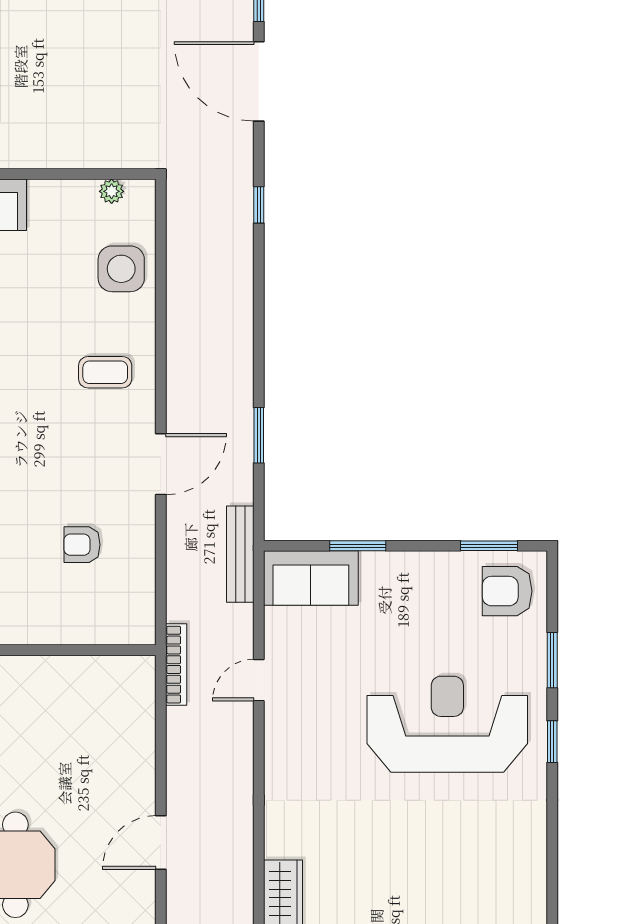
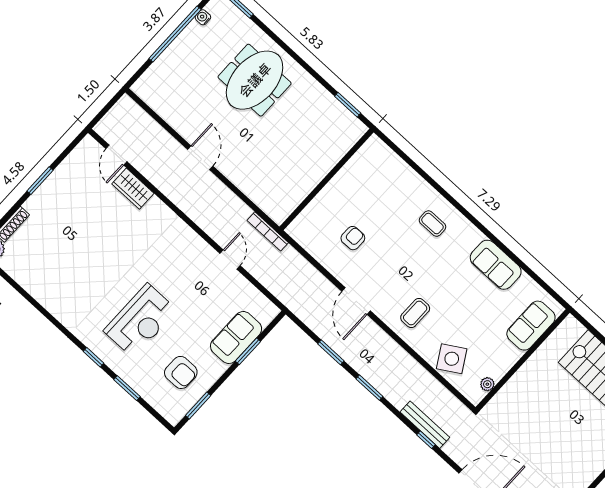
side table: (121, 269) -> (452, 359), turned -31
window: (259, 342) -> (369, 388), added
bench: (240, 554) -> (425, 425), moved
sofa: (311, 578) -> (236, 338), moved
armchair: (507, 591) -> (181, 372), moved, turned 90
reception desk: (447, 724) -> (140, 321), width x0.74, depth x0.77

